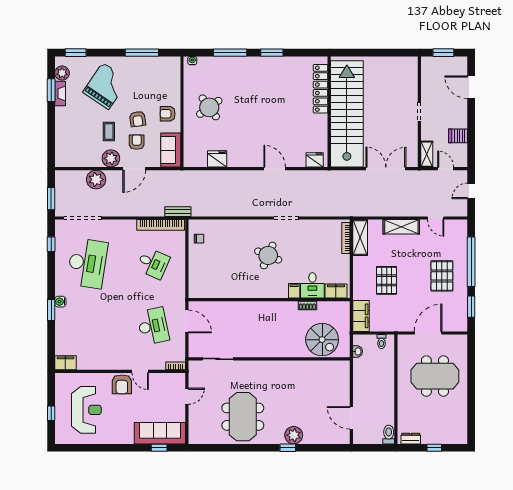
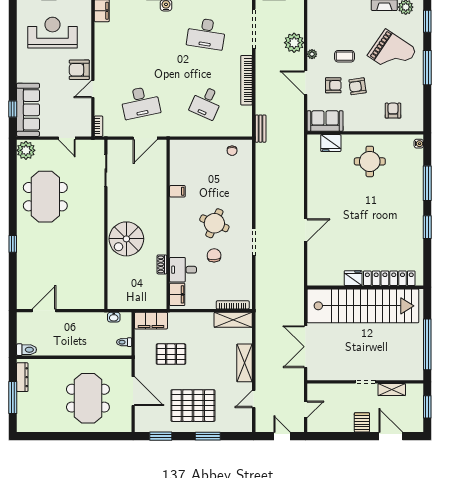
window: (142, 53) -> (427, 68), moved
window: (384, 53) -> (427, 344), added
door: (471, 87) -> (391, 436), hinge flipped
round table: (209, 107) -> (370, 161), turned 36
armchair: (168, 114) -> (393, 111), moved
server rack: (458, 136) -> (362, 422), moved
shelving: (427, 154) -> (392, 390), moved
plant: (111, 158) -> (312, 54), width x0.53, depth x0.53
fridge: (217, 159) -> (331, 143), moved, turned 90
fridge: (315, 160) -> (353, 278), moved, turned -90
double door: (386, 169) -> (306, 347), swing flipped
bookcase: (161, 225) -> (246, 80), moved
chair: (299, 256) -> (214, 255), added
window: (471, 262) -> (208, 436), width x0.47
desk: (87, 263) -> (206, 34), width x0.73, depth x0.77
pallet: (442, 276) -> (193, 406), width x1.37, depth x1.41
pallet: (387, 280) -> (171, 354), moved
filing cabinet: (294, 291) -> (177, 191), moved
spiral stairs: (322, 340) -> (126, 239), moved
reception desk: (86, 410) -> (52, 33), turned 180
meeting table: (243, 417) -> (45, 197), turned 90
plant: (294, 435) -> (26, 150), moved
dresser: (411, 439) -> (22, 377), width x1.44
window: (434, 448) -> (13, 397), width x2.17

